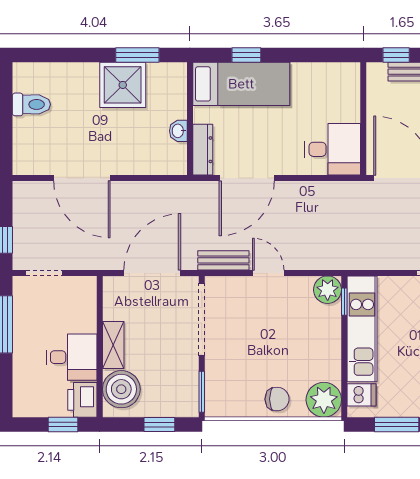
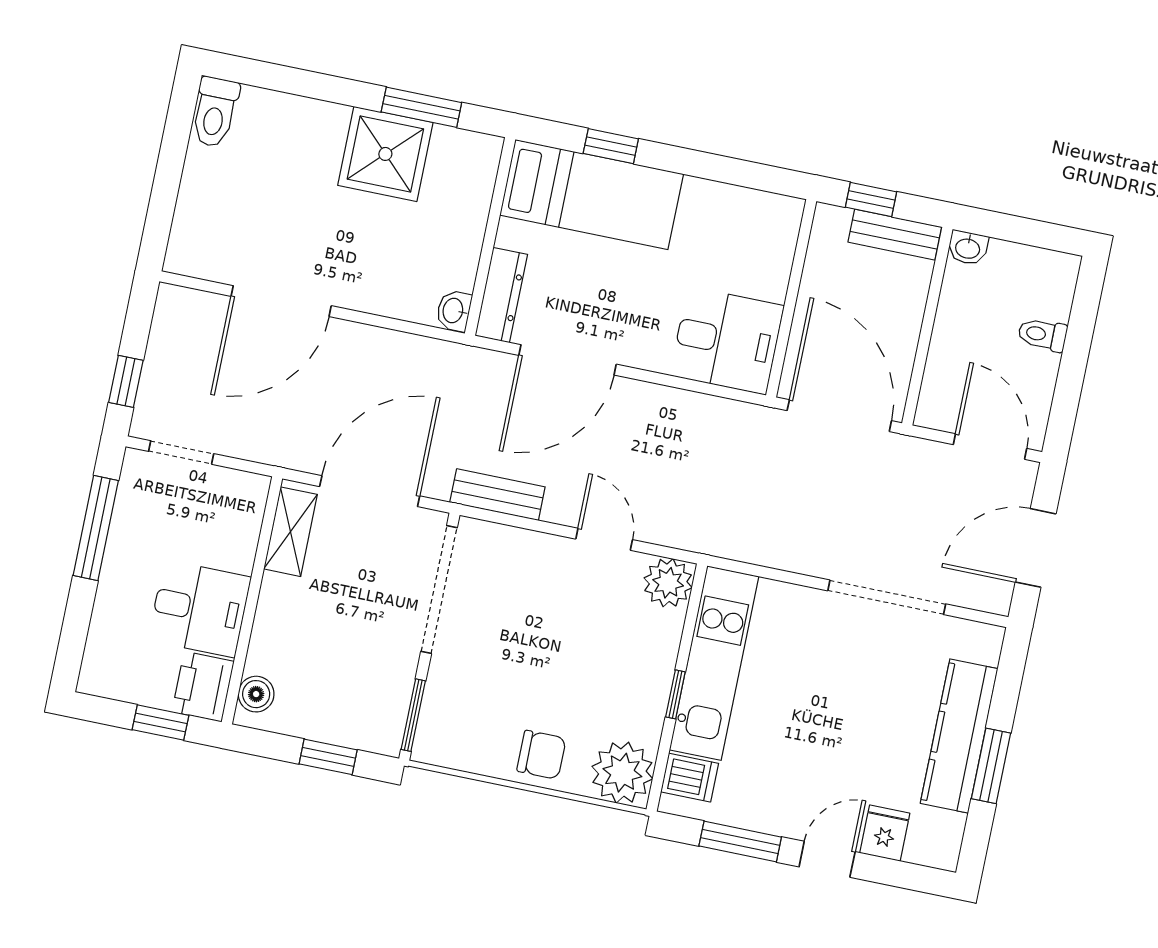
toilet: (31, 104) -> (215, 112), moved, turned 90
washbasin: (178, 131) -> (454, 311), moved
door: (82, 178) -> (281, 301), hinge flipped
door: (268, 273) -> (604, 539), moved
window: (344, 302) -> (675, 694), moved
shelving: (113, 345) -> (291, 532), moved
boiler: (121, 389) -> (256, 694), width x0.54, depth x0.54

